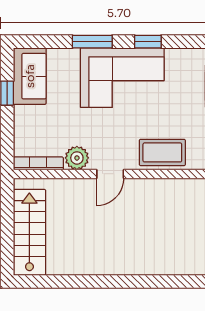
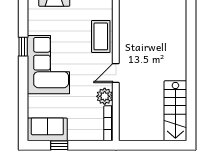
window: (92, 42) -> (23, 86), removed
door: (110, 174) -> (116, 73), swing flipped
stairs: (29, 232) -> (175, 111), moved, turned -90

